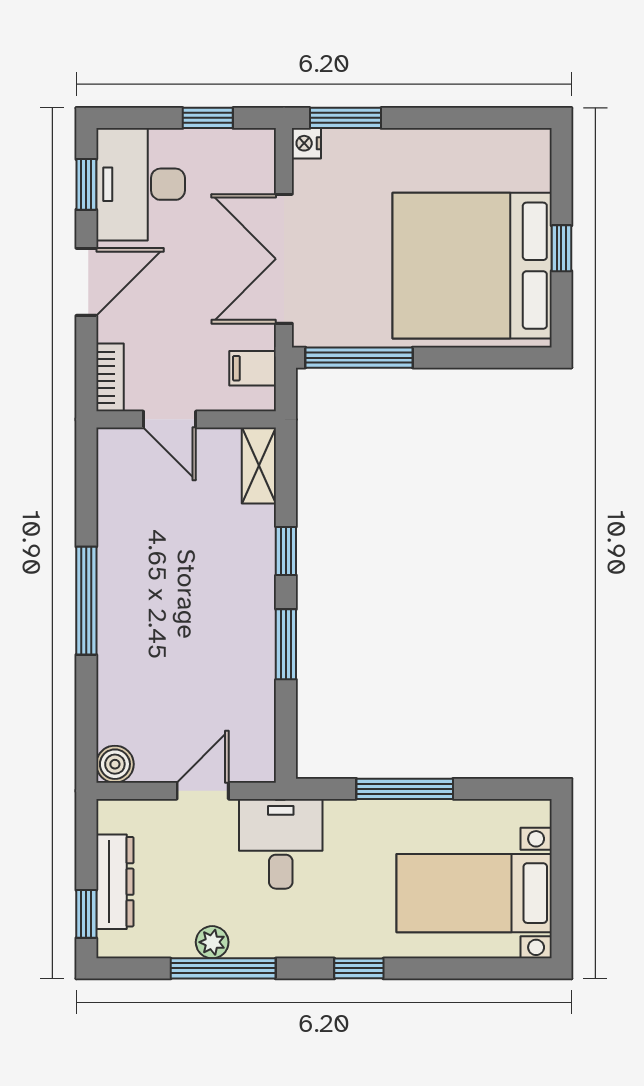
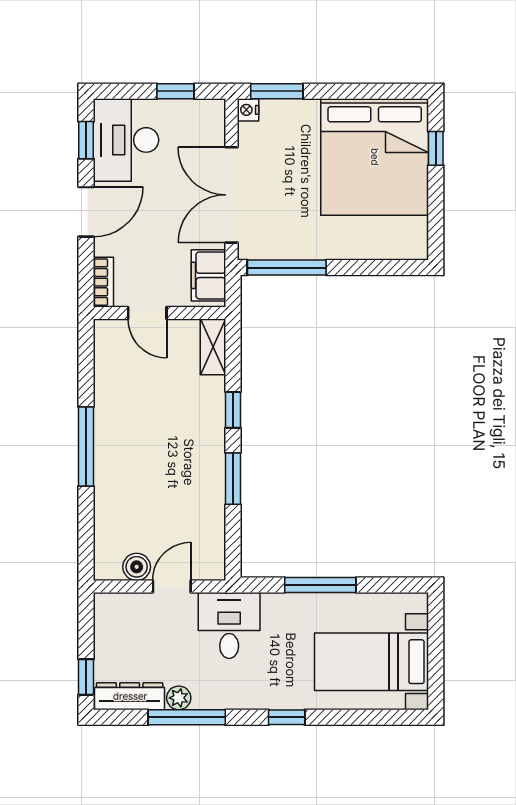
window: (561, 248) -> (436, 148), moved
bed: (472, 266) -> (375, 157), moved, turned -90
filing cabinet: (253, 368) -> (209, 275), width x2.00
boiler: (115, 764) -> (137, 567), moved
dresser: (115, 882) -> (130, 696), moved, turned -90

